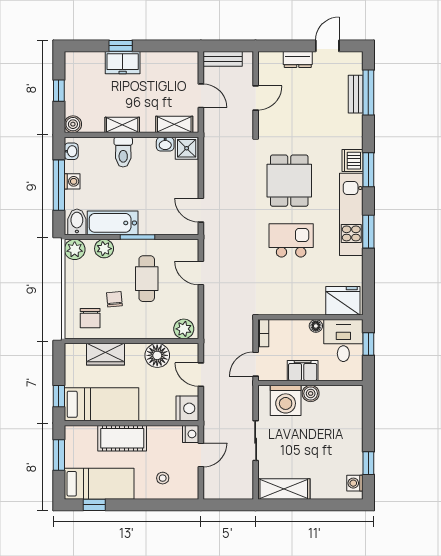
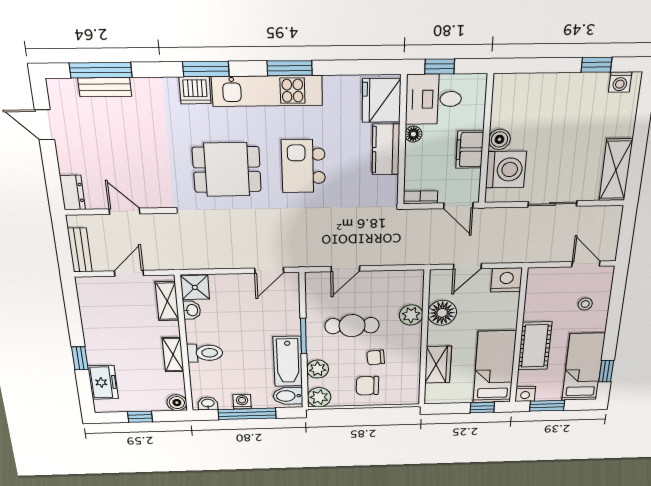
dresser: (298, 59) -> (73, 193), moved
freezer: (123, 63) -> (103, 382), moved
kitchen counter: (304, 305) -> (386, 149), added
chair: (90, 318) -> (367, 386), moved, turned 180
plant: (184, 329) -> (411, 315), moved
nightstand: (191, 434) -> (525, 394), moved, turned 180
door: (201, 455) -> (586, 264), moved

